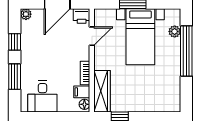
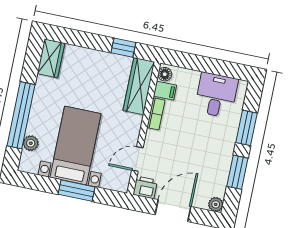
window: (15, 42) -> (237, 172), width x1.50
wardrobe: (173, 98) -> (51, 58), added

